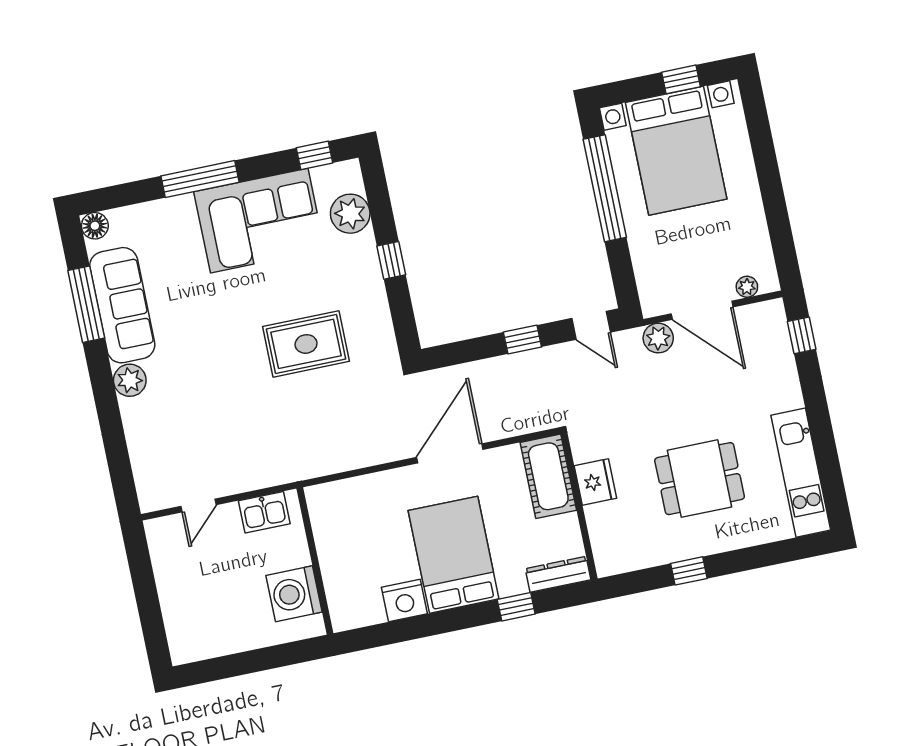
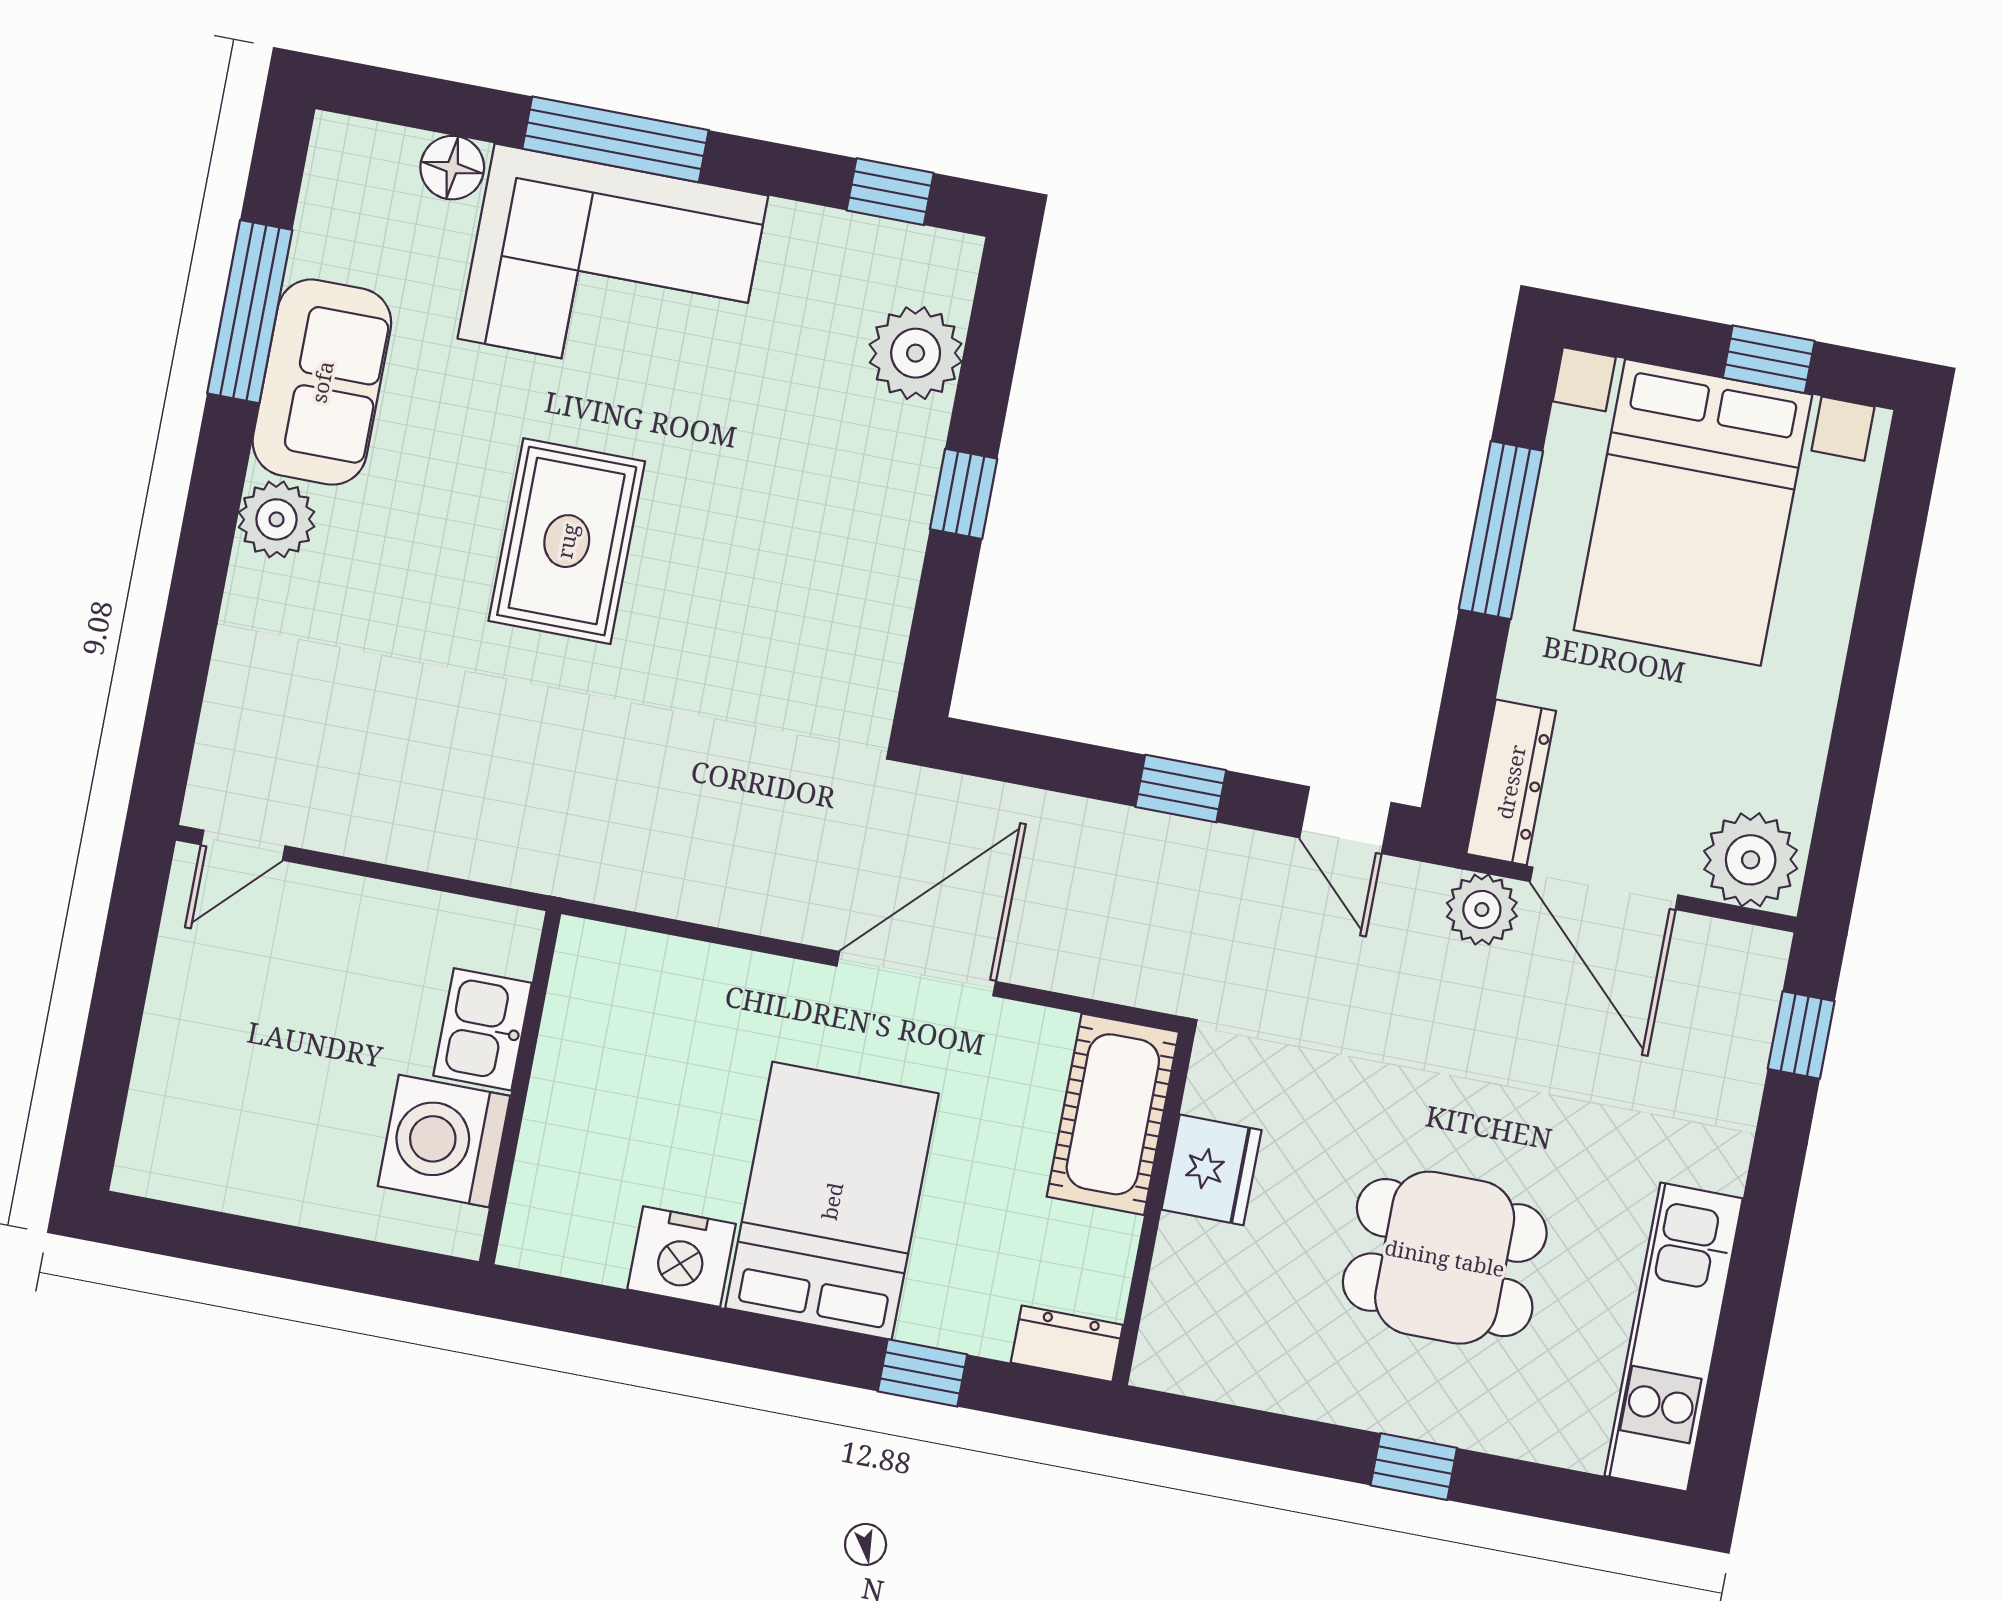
window: (605, 188) -> (1501, 530), width x0.68
corner sofa: (259, 221) -> (613, 267), moved
floor lamp: (95, 226) -> (452, 168), moved
dresser: (649, 284) -> (1511, 782), added
plant: (747, 287) -> (1751, 860), width x1.88, depth x1.88
sofa: (122, 305) -> (322, 382), width x0.73
rug: (306, 344) -> (567, 541), moved, turned 90
door: (198, 505) -> (243, 845), moved
kitchen sink: (264, 512) -> (483, 1029), moved, turned 90
window: (689, 571) -> (1414, 1467), moved
dresser: (558, 574) -> (1067, 1344), width x0.70

